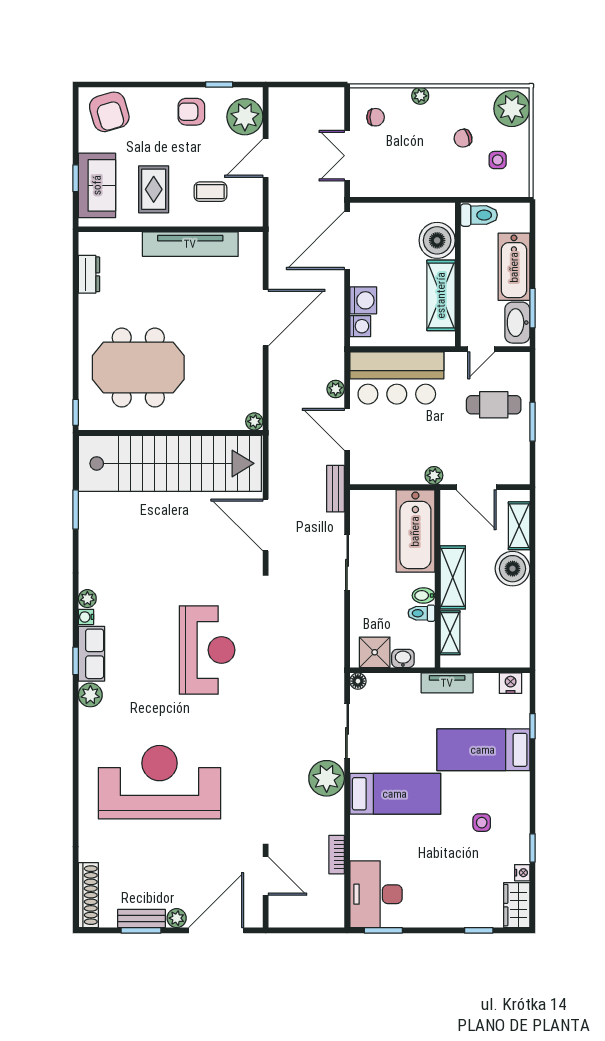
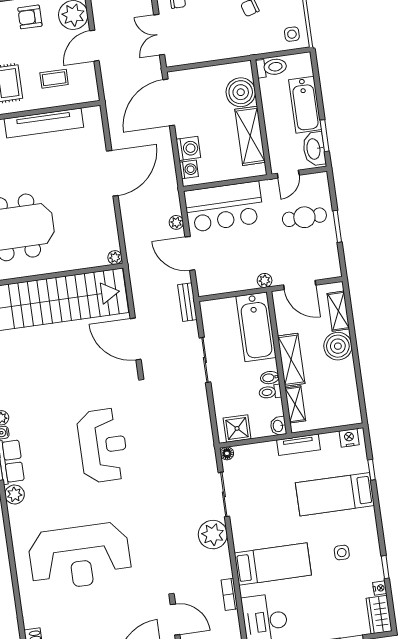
side table: (498, 160) -> (292, 34), moved
washbasin: (403, 658) -> (278, 426), moved, turned -90
reception desk: (159, 782) -> (80, 556), turned 180
bed: (395, 794) -> (273, 564), moved

